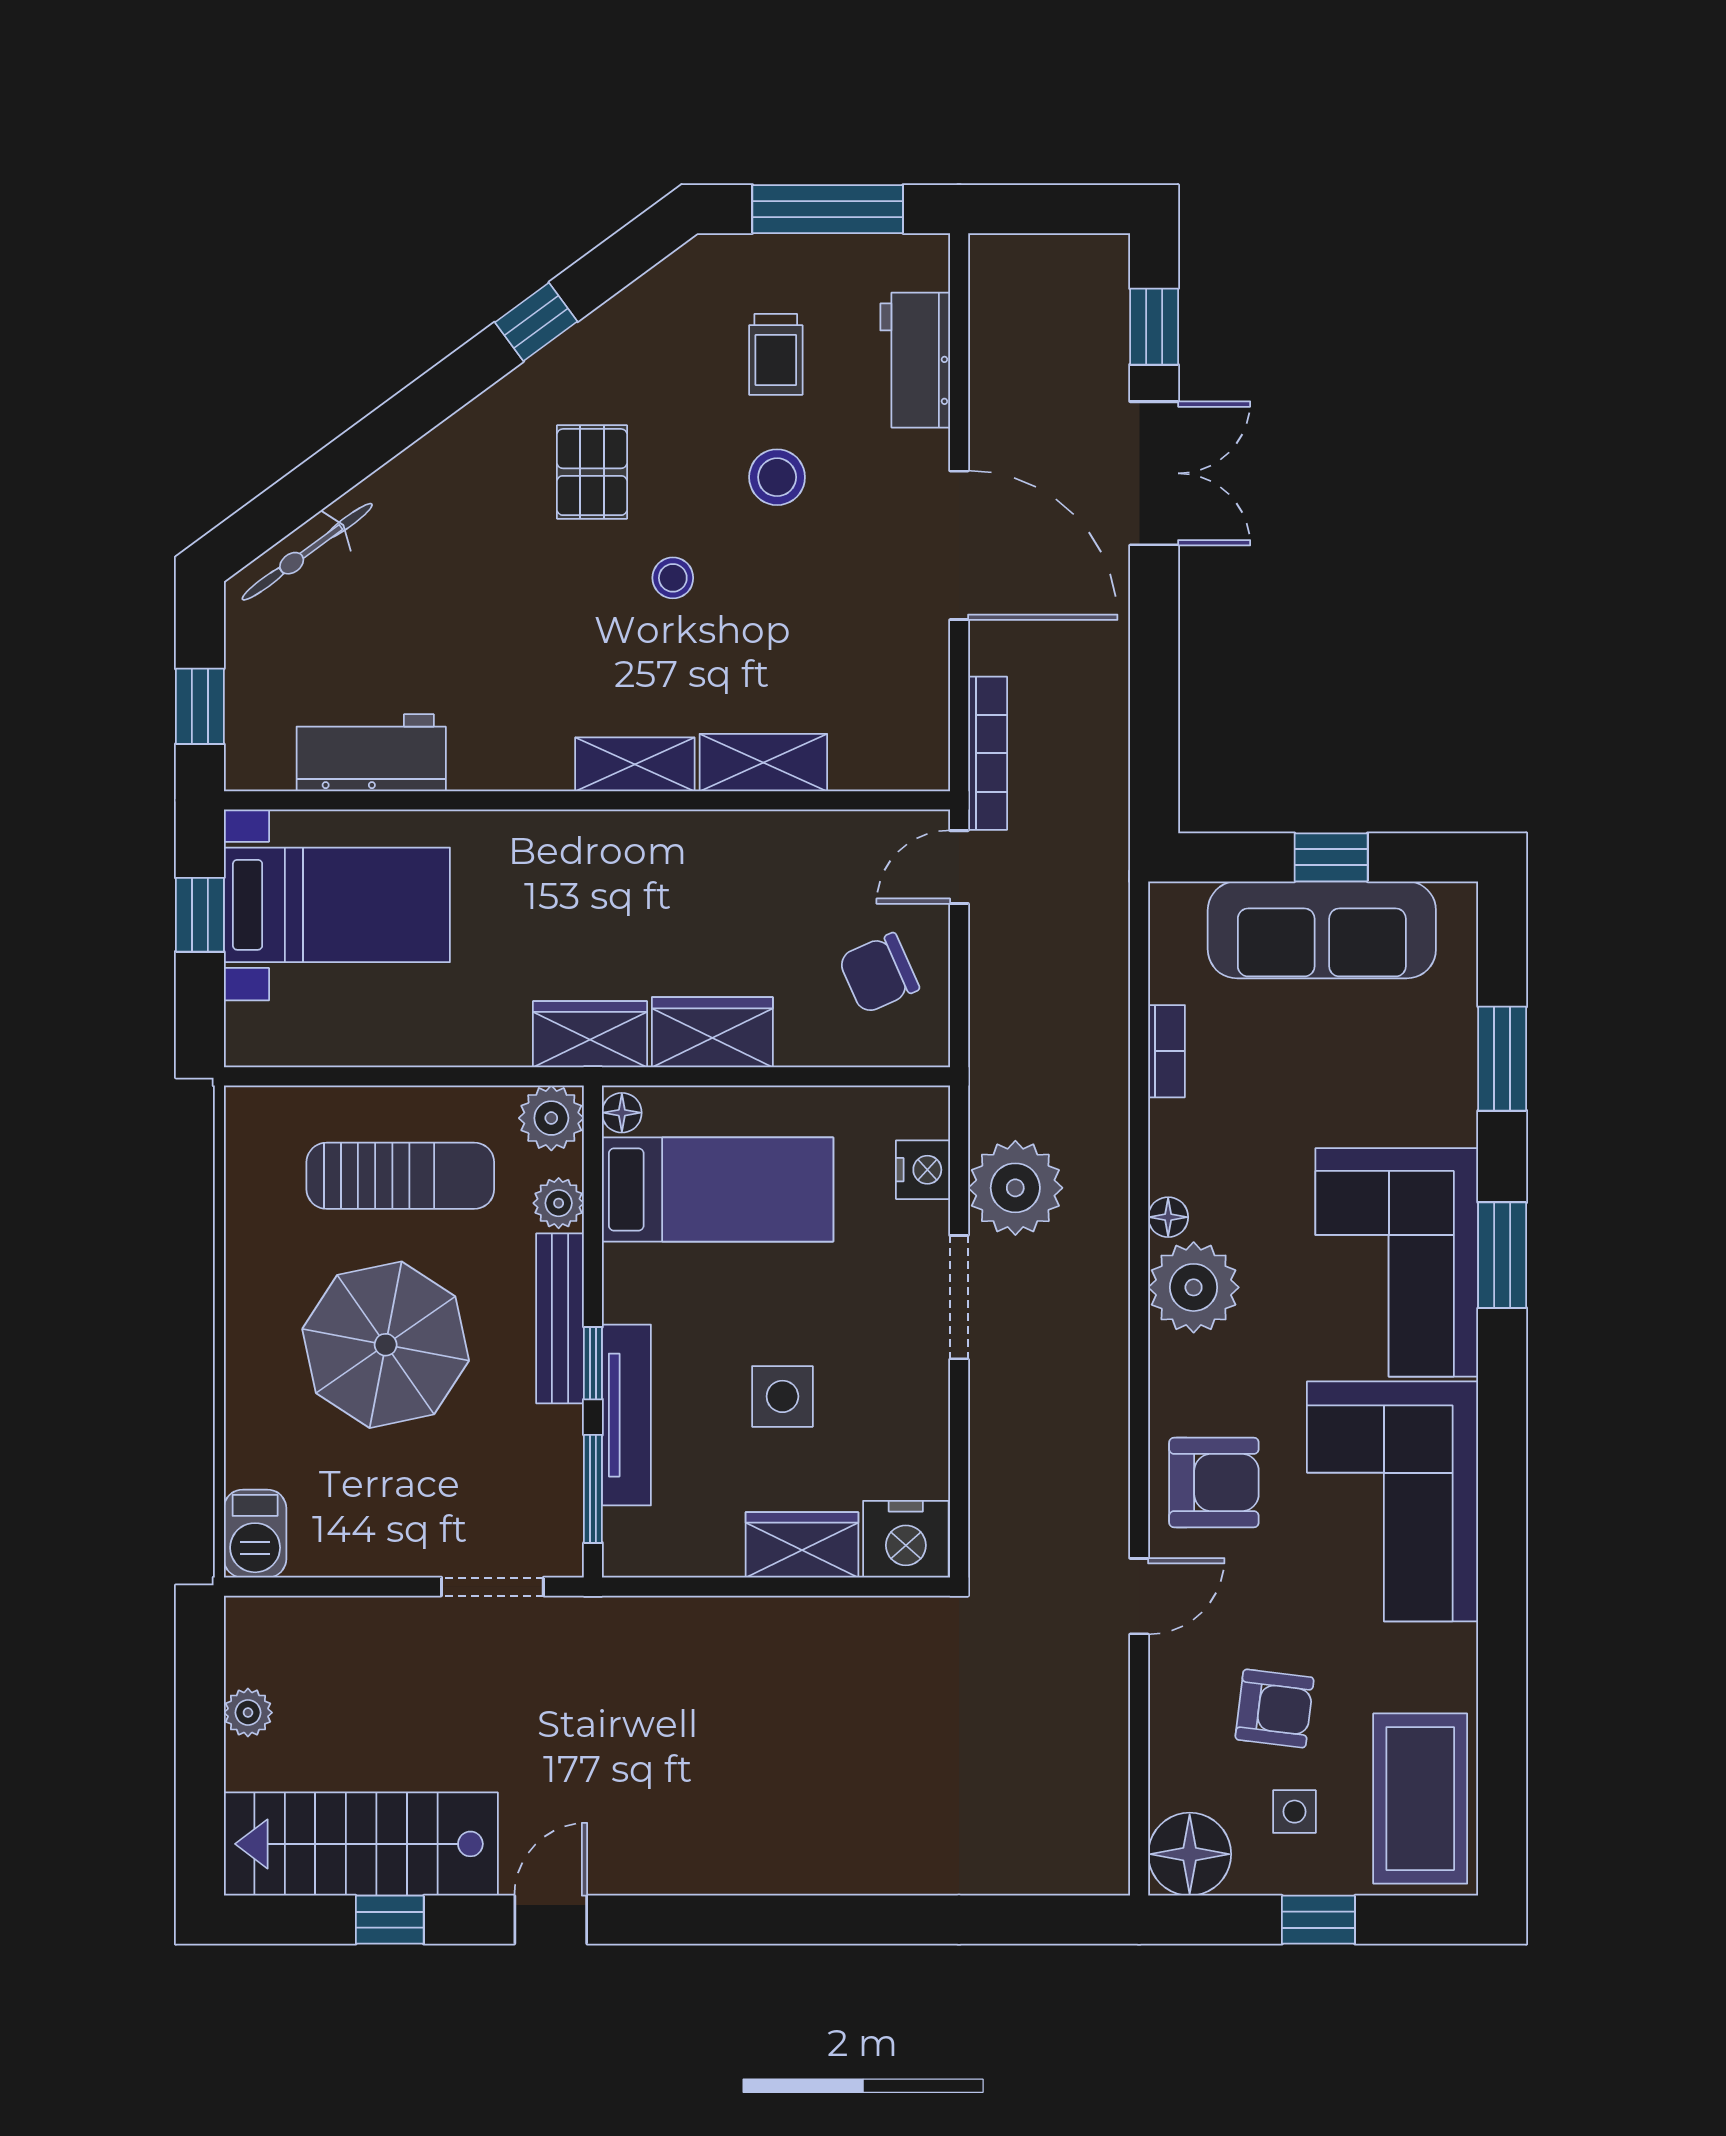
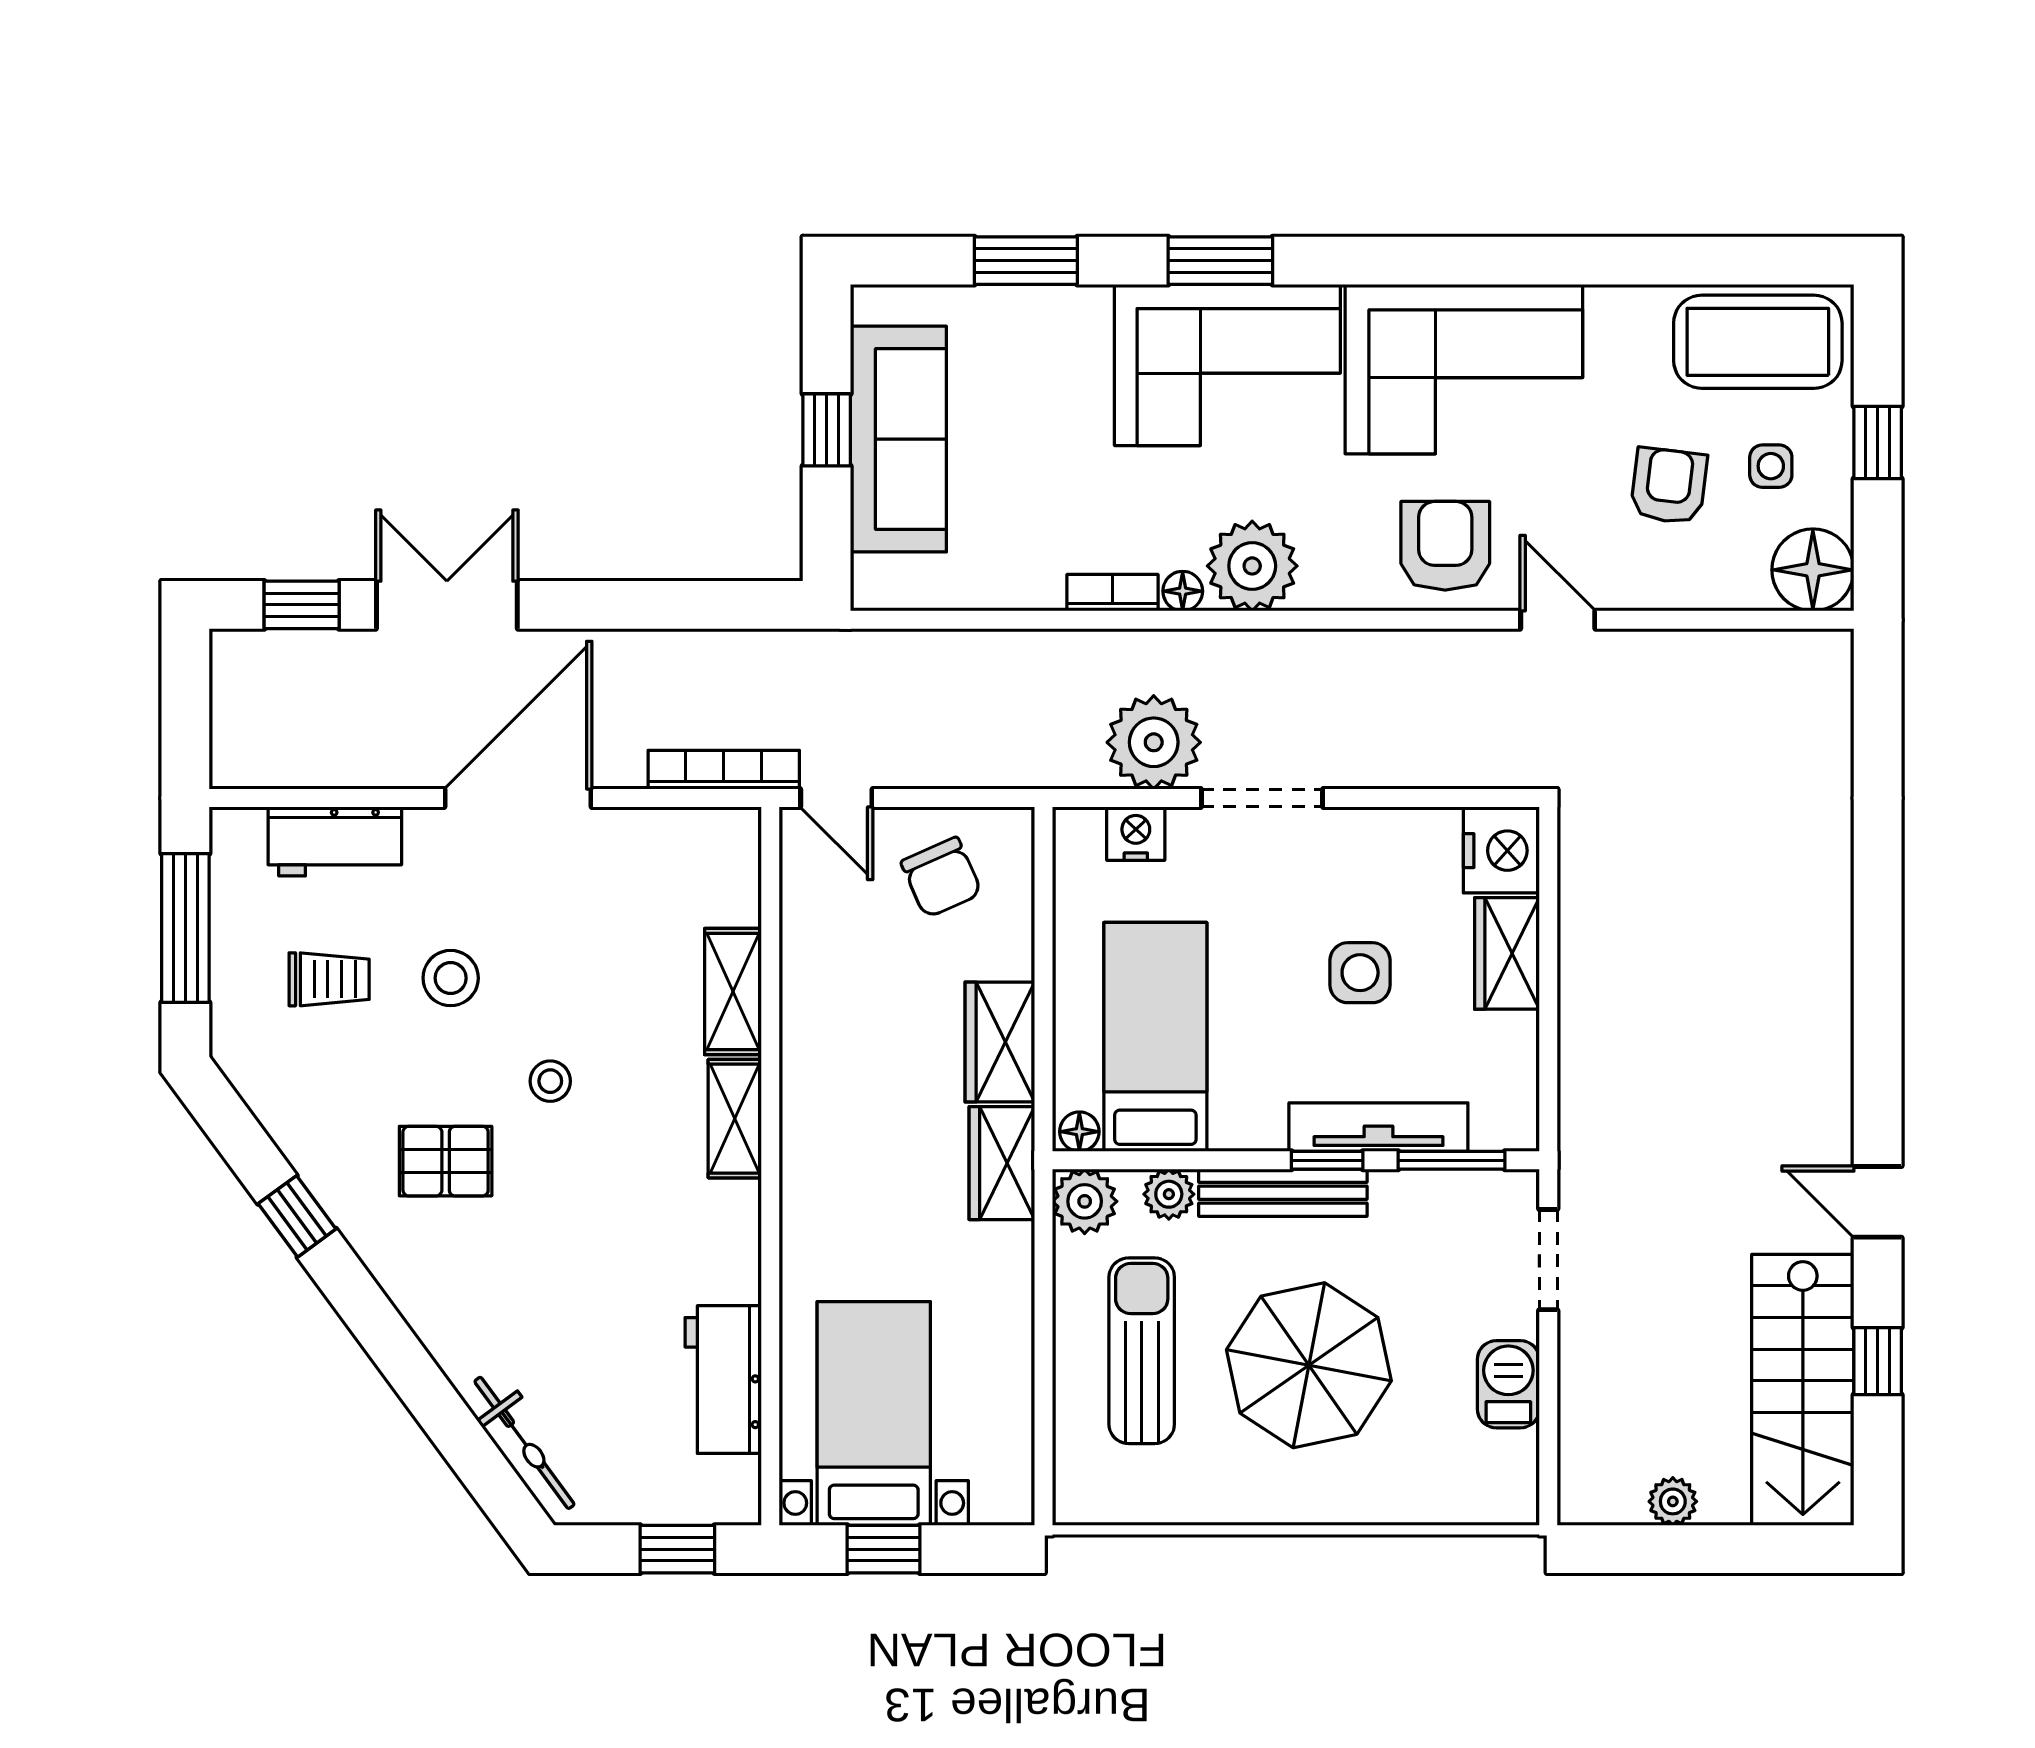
bookcase: (1167, 1051) -> (1113, 593), moved
barbecue: (255, 1534) -> (1508, 1384), moved, turned -90

